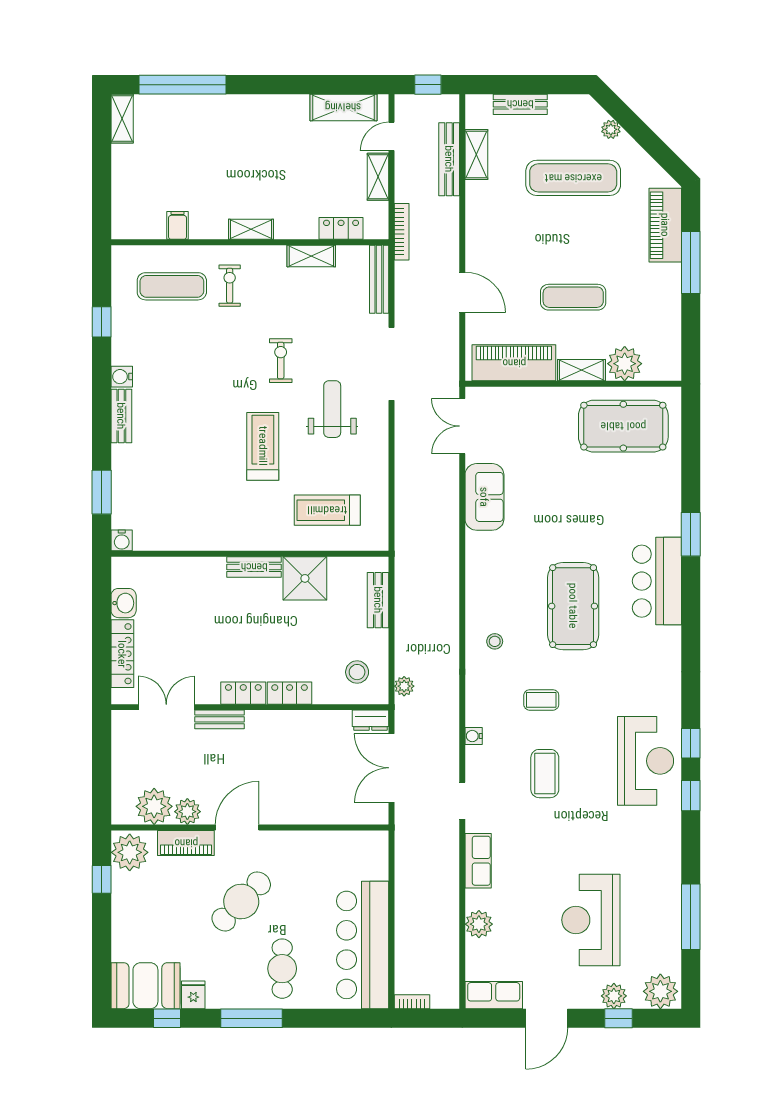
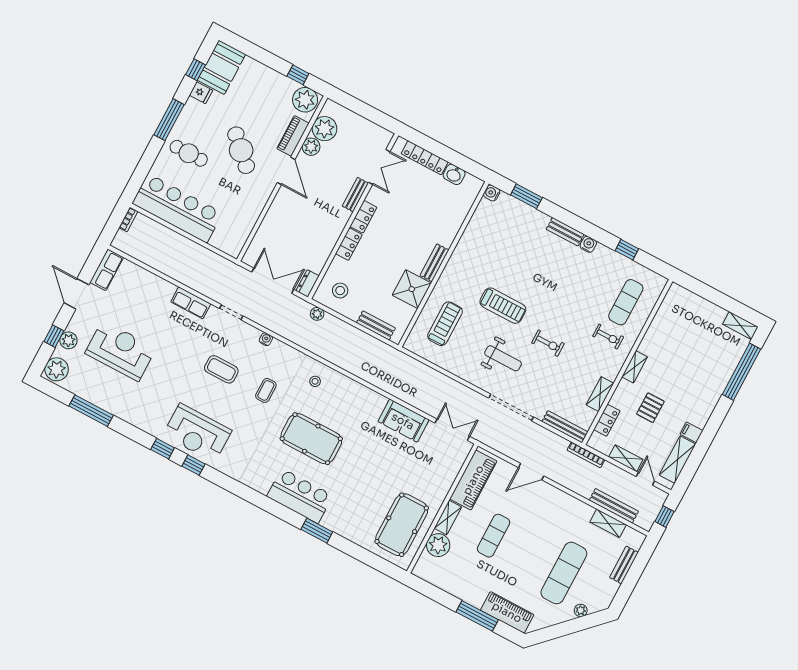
pallet: (294, 180) -> (650, 408), added
filing cabinet: (177, 225) -> (692, 432), moved, turned 180
plant: (479, 924) -> (153, 283), removed

